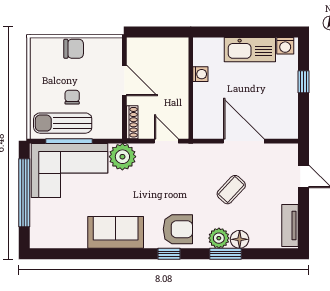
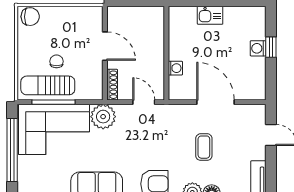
washing machine: (285, 46) -> (258, 48), moved, turned 90
chair: (74, 49) -> (30, 17), moved
kitchen sink: (250, 50) -> (210, 15), width x0.53, depth x0.81
washing machine: (200, 74) -> (175, 68), moved
coffee table: (231, 190) -> (204, 147), turned -43

